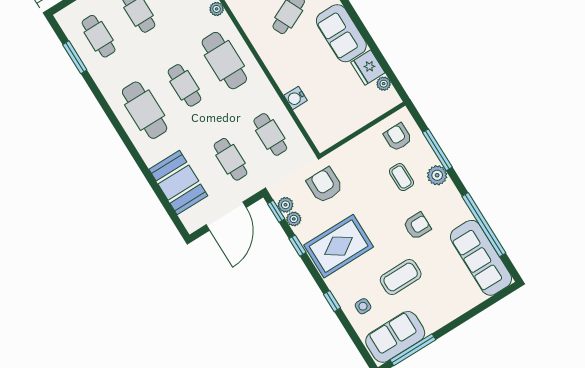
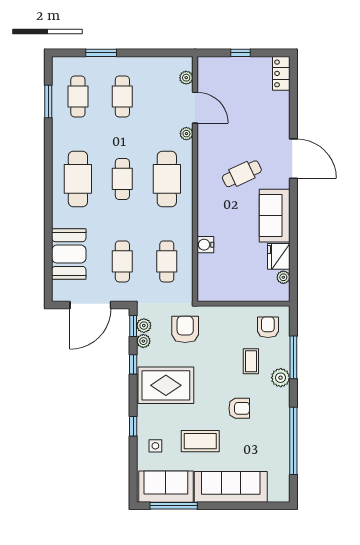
sofa: (481, 258) -> (231, 487), moved, turned 90

